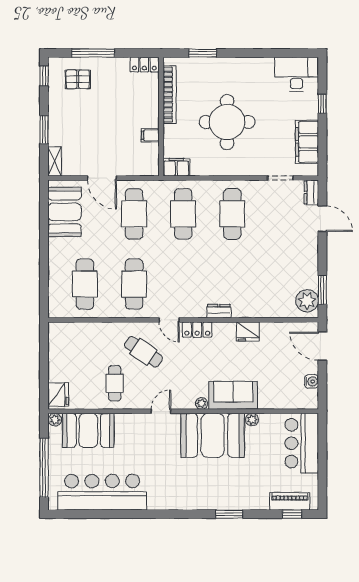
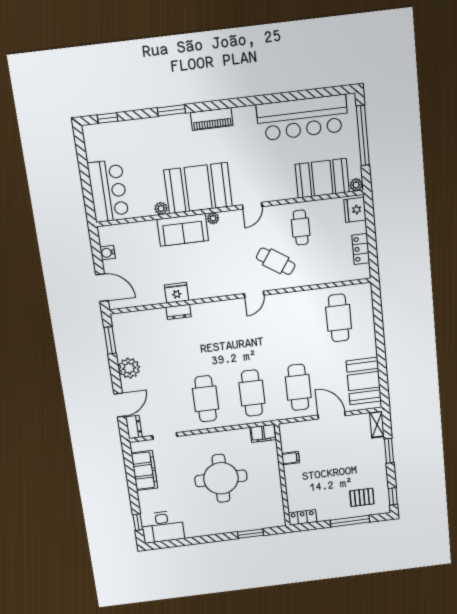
bookcase: (170, 95) -> (277, 495), removed
window: (322, 104) -> (138, 522), moved
door: (322, 219) -> (120, 405), swing flipped
cafe table: (134, 284) -> (292, 324), removed
plant: (307, 301) -> (129, 368), moved
dresser: (219, 311) -> (178, 312), moved
door: (169, 320) -> (254, 294), swing flipped
locker: (197, 330) -> (361, 249), moved, turned -90
piano: (290, 501) -> (212, 119), moved

